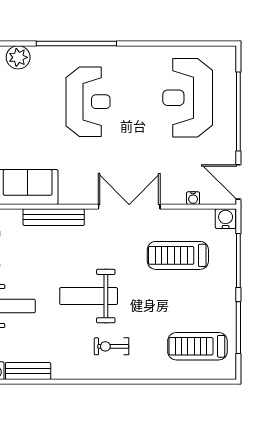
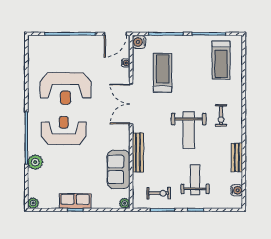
plant: (18, 57) -> (35, 162), moved
reception desk: (188, 98) -> (65, 88), moved
treadmill: (178, 255) -> (163, 73), turned 180
bench: (28, 371) -> (237, 158), moved

